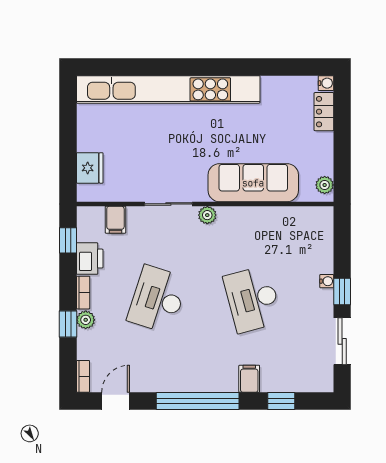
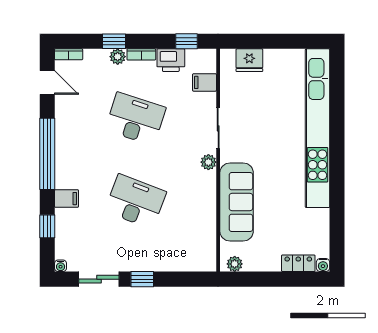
water cooler: (327, 281) -> (61, 266), moved
desk: (253, 299) -> (135, 201), turned 36

